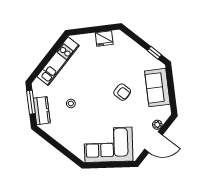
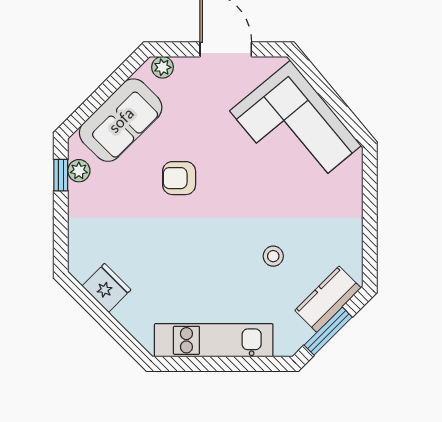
plant: (151, 60) -> (79, 171), added
armchair: (122, 92) -> (179, 178), turned -90
plant: (157, 125) -> (163, 67), moved

